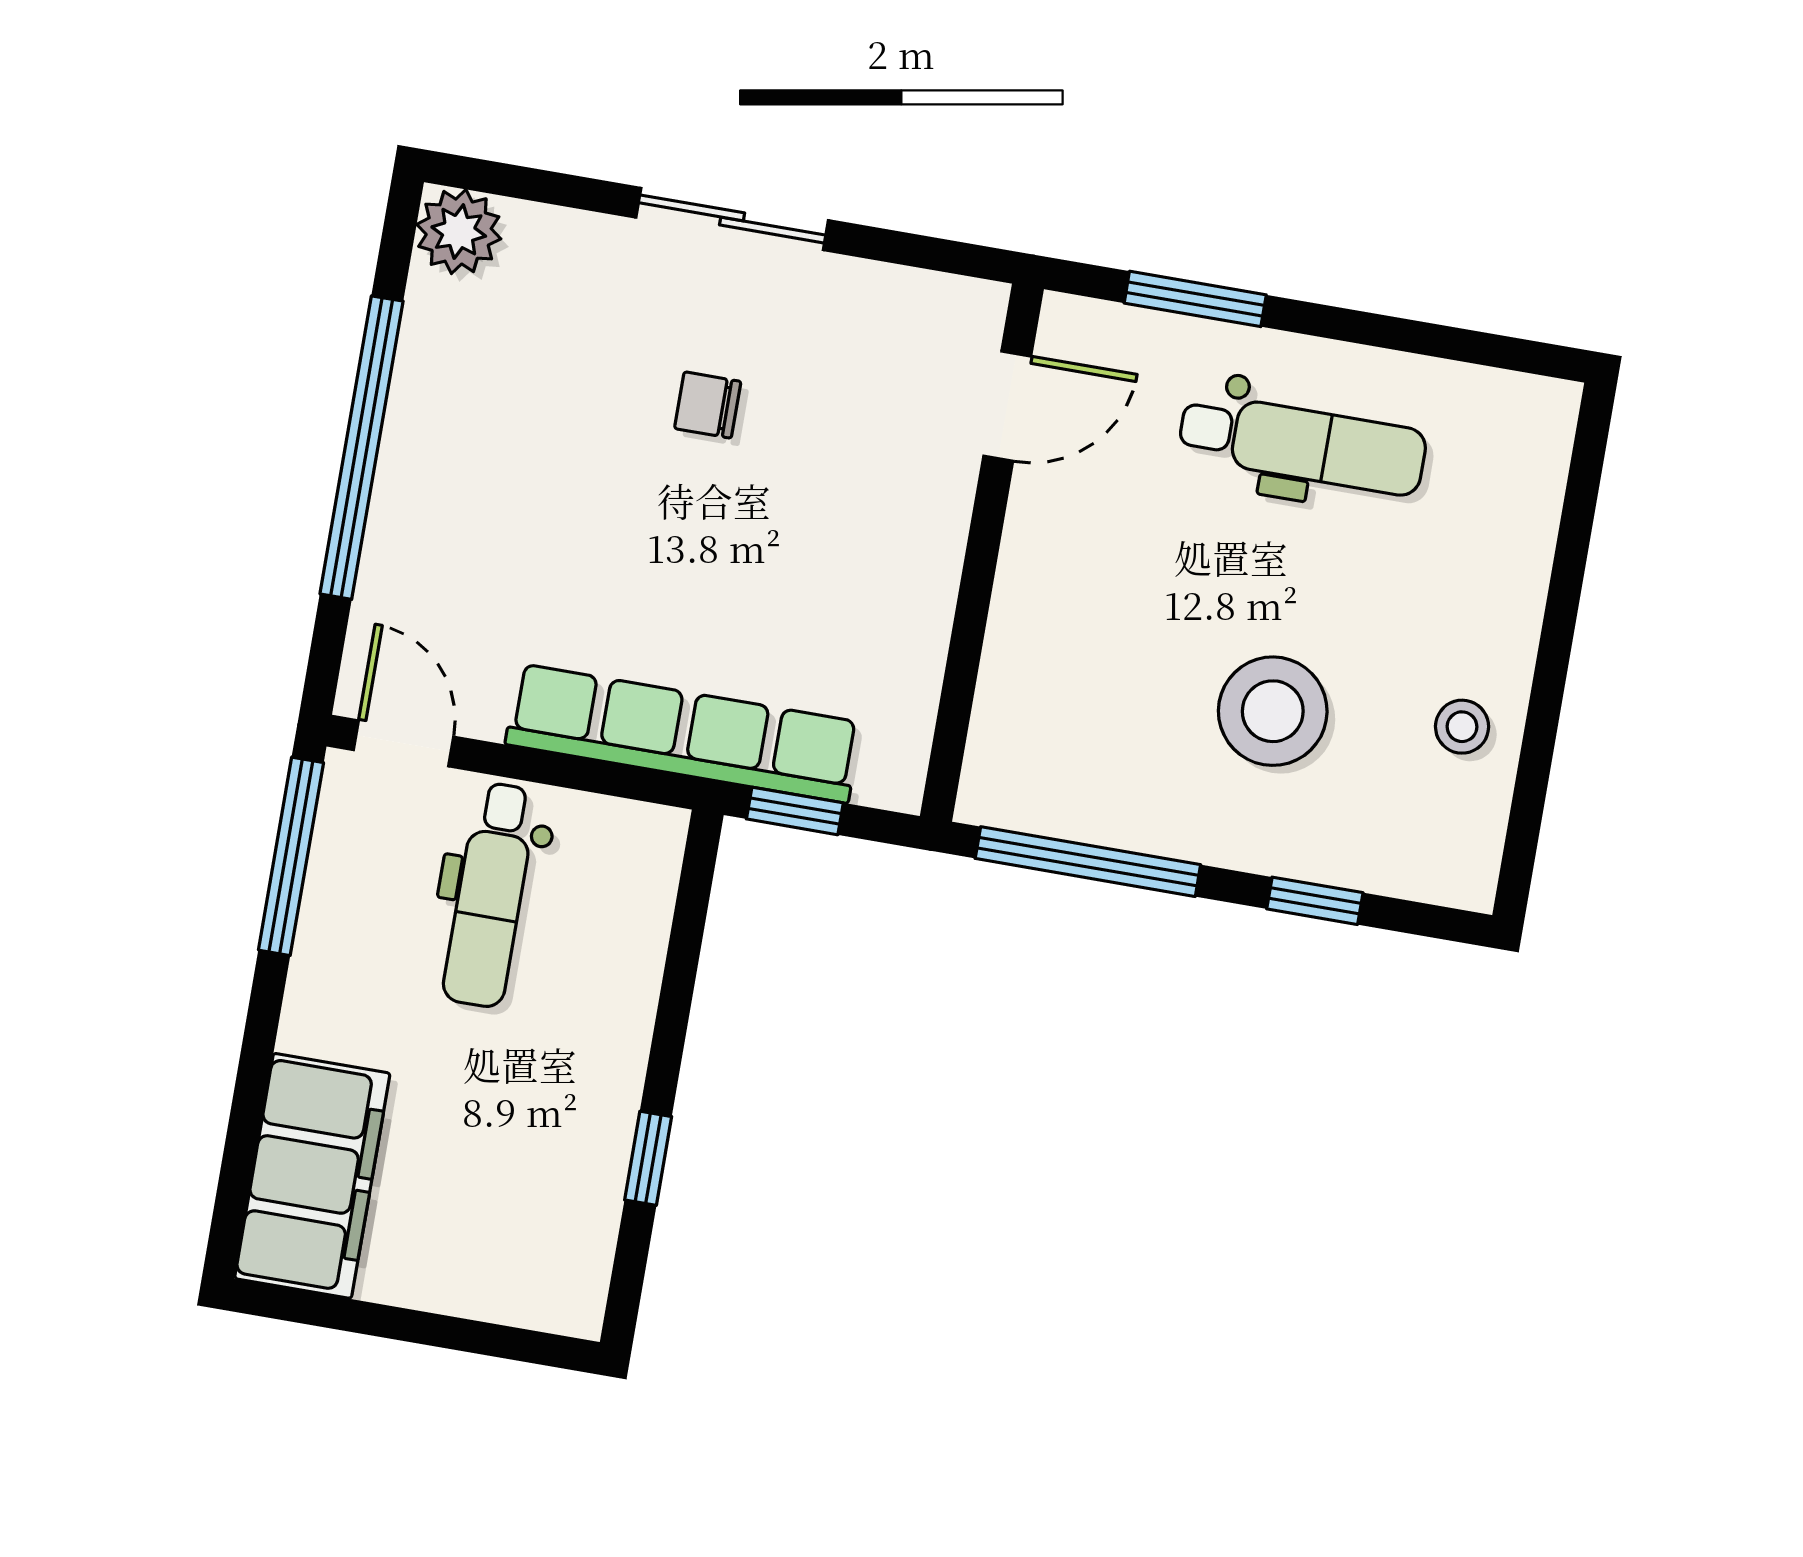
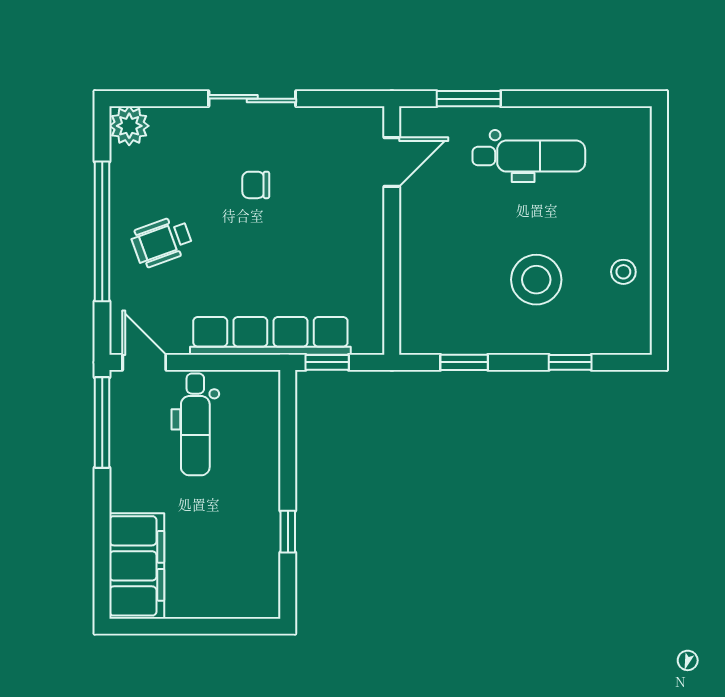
wheelchair: (486, 491) -> (162, 242), added
window: (1088, 862) -> (464, 362), width x0.46

